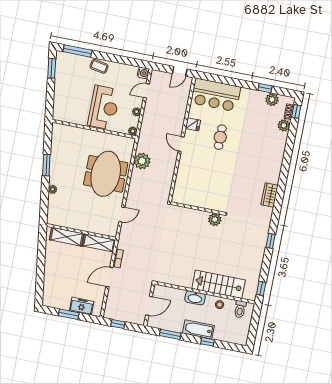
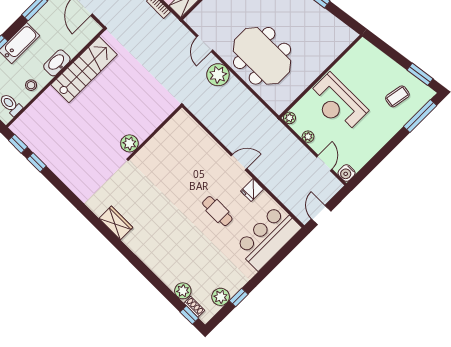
coffee table: (99, 66) -> (397, 96), moved
plant: (142, 161) -> (218, 75), moved
window: (271, 241) -> (37, 162), moved
stairs: (219, 284) -> (84, 70), moved

